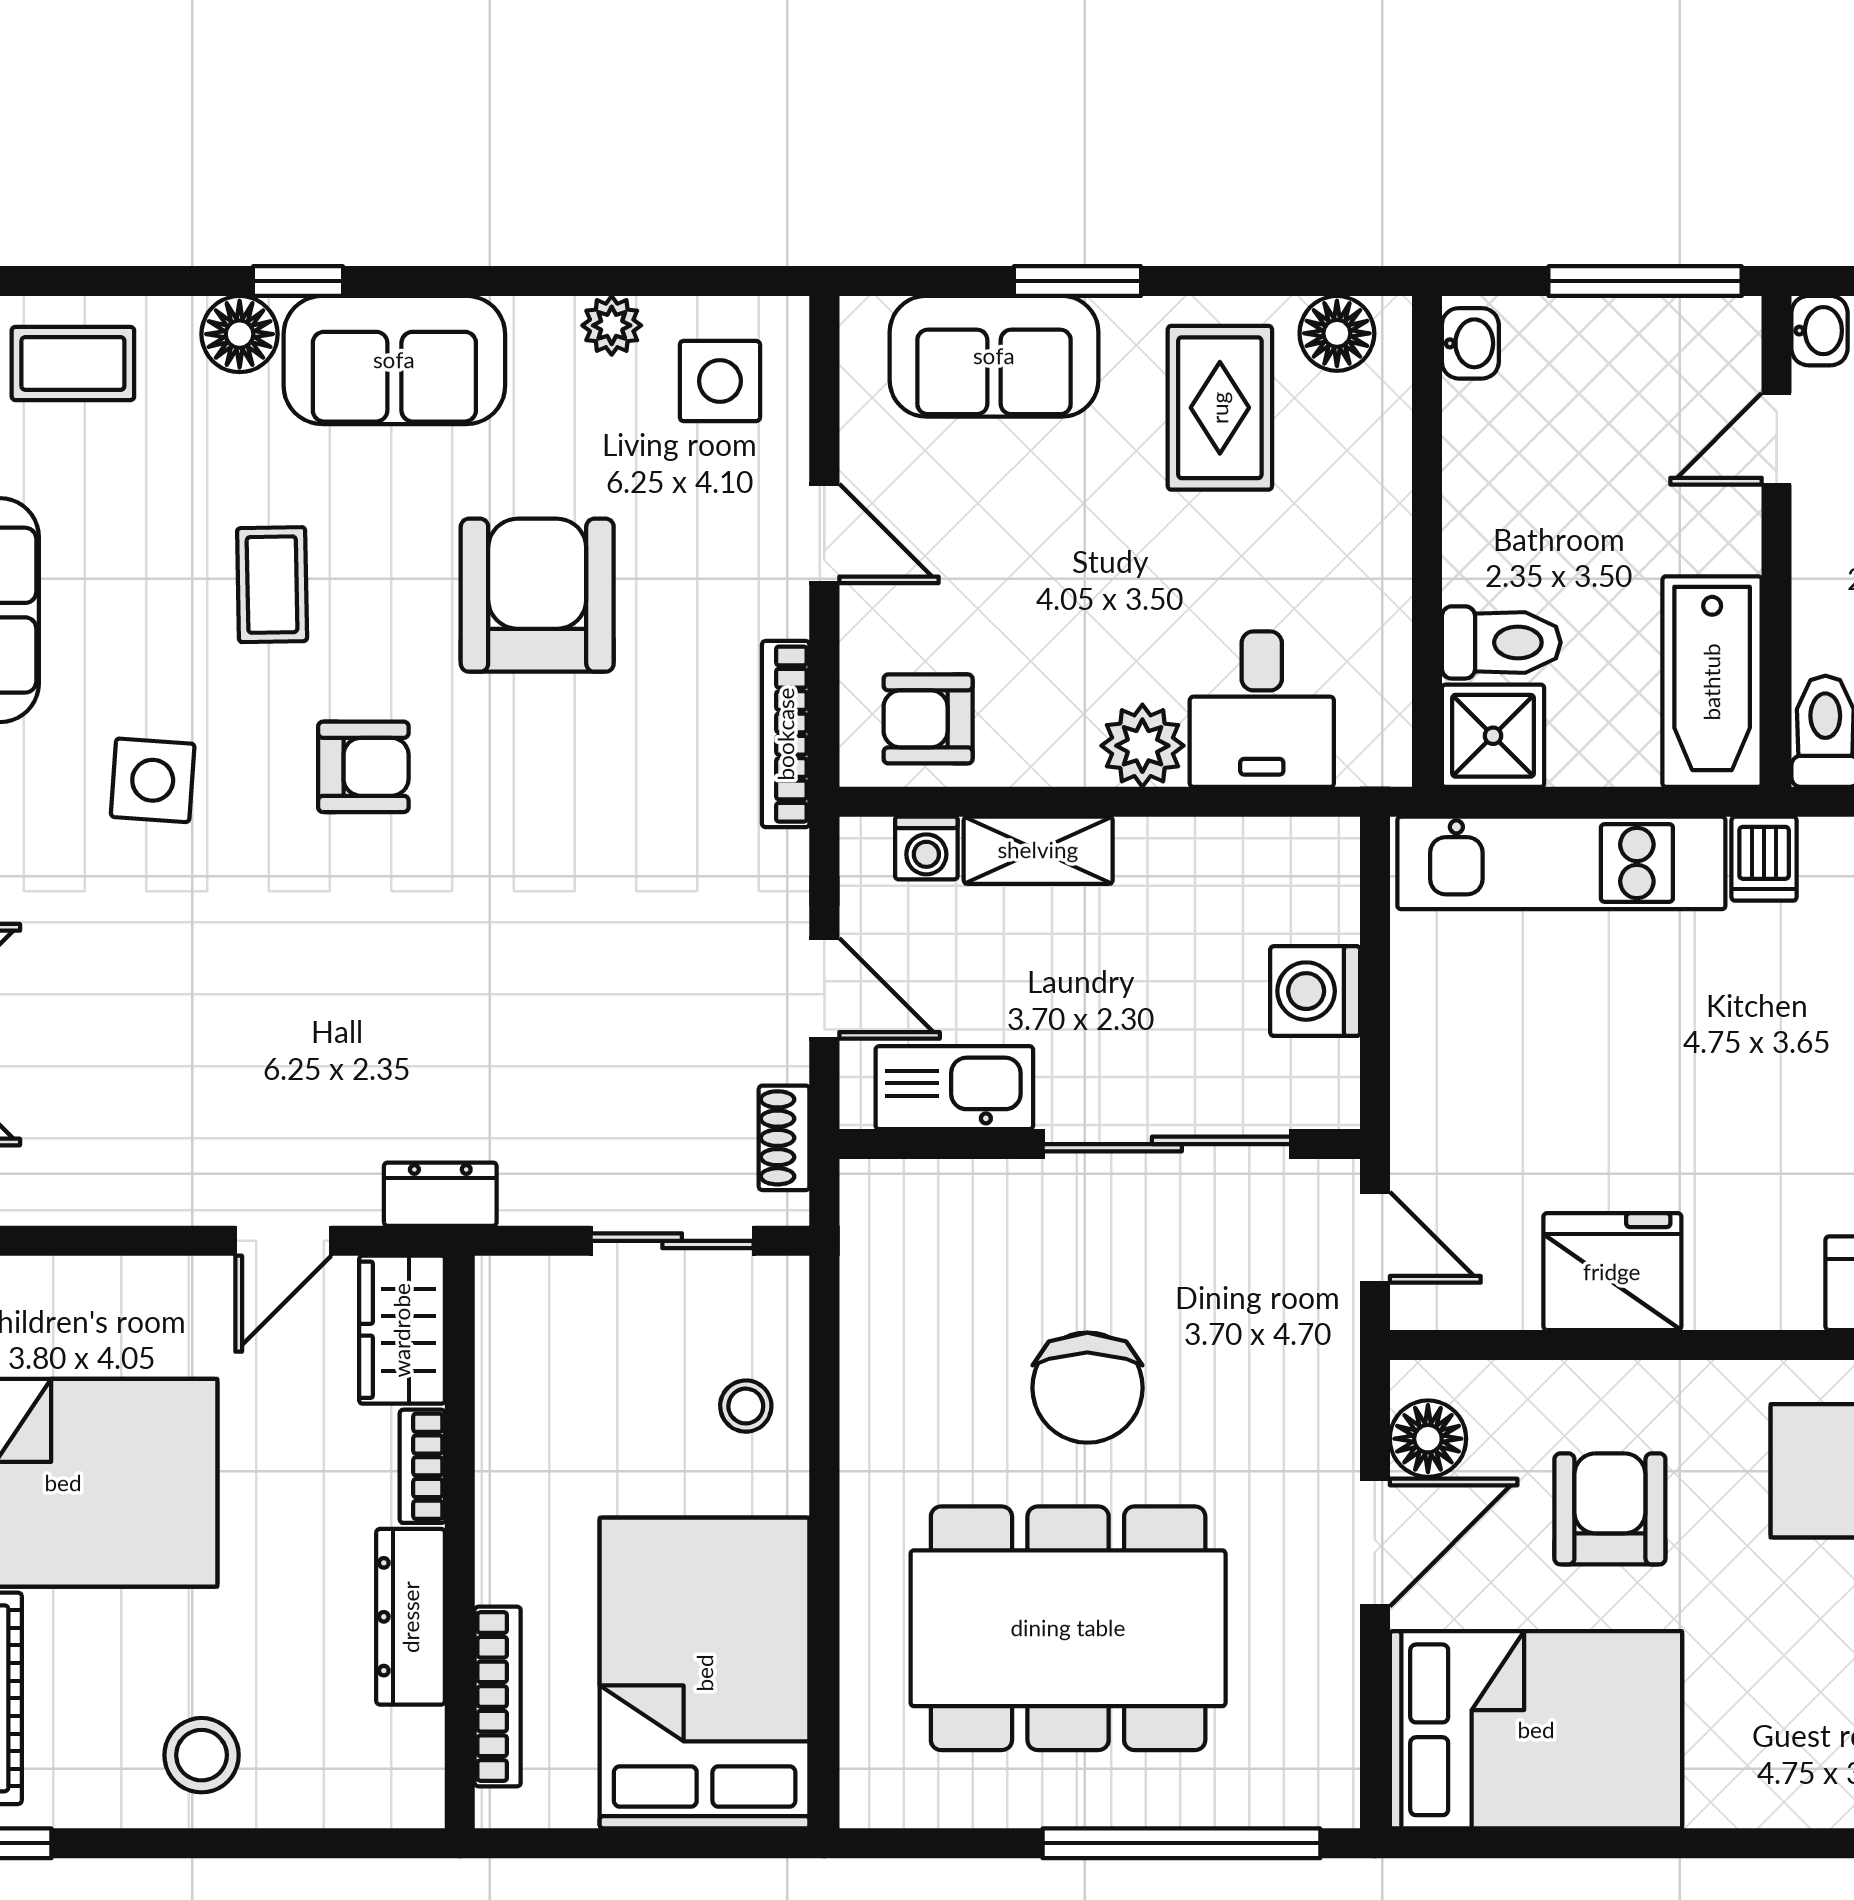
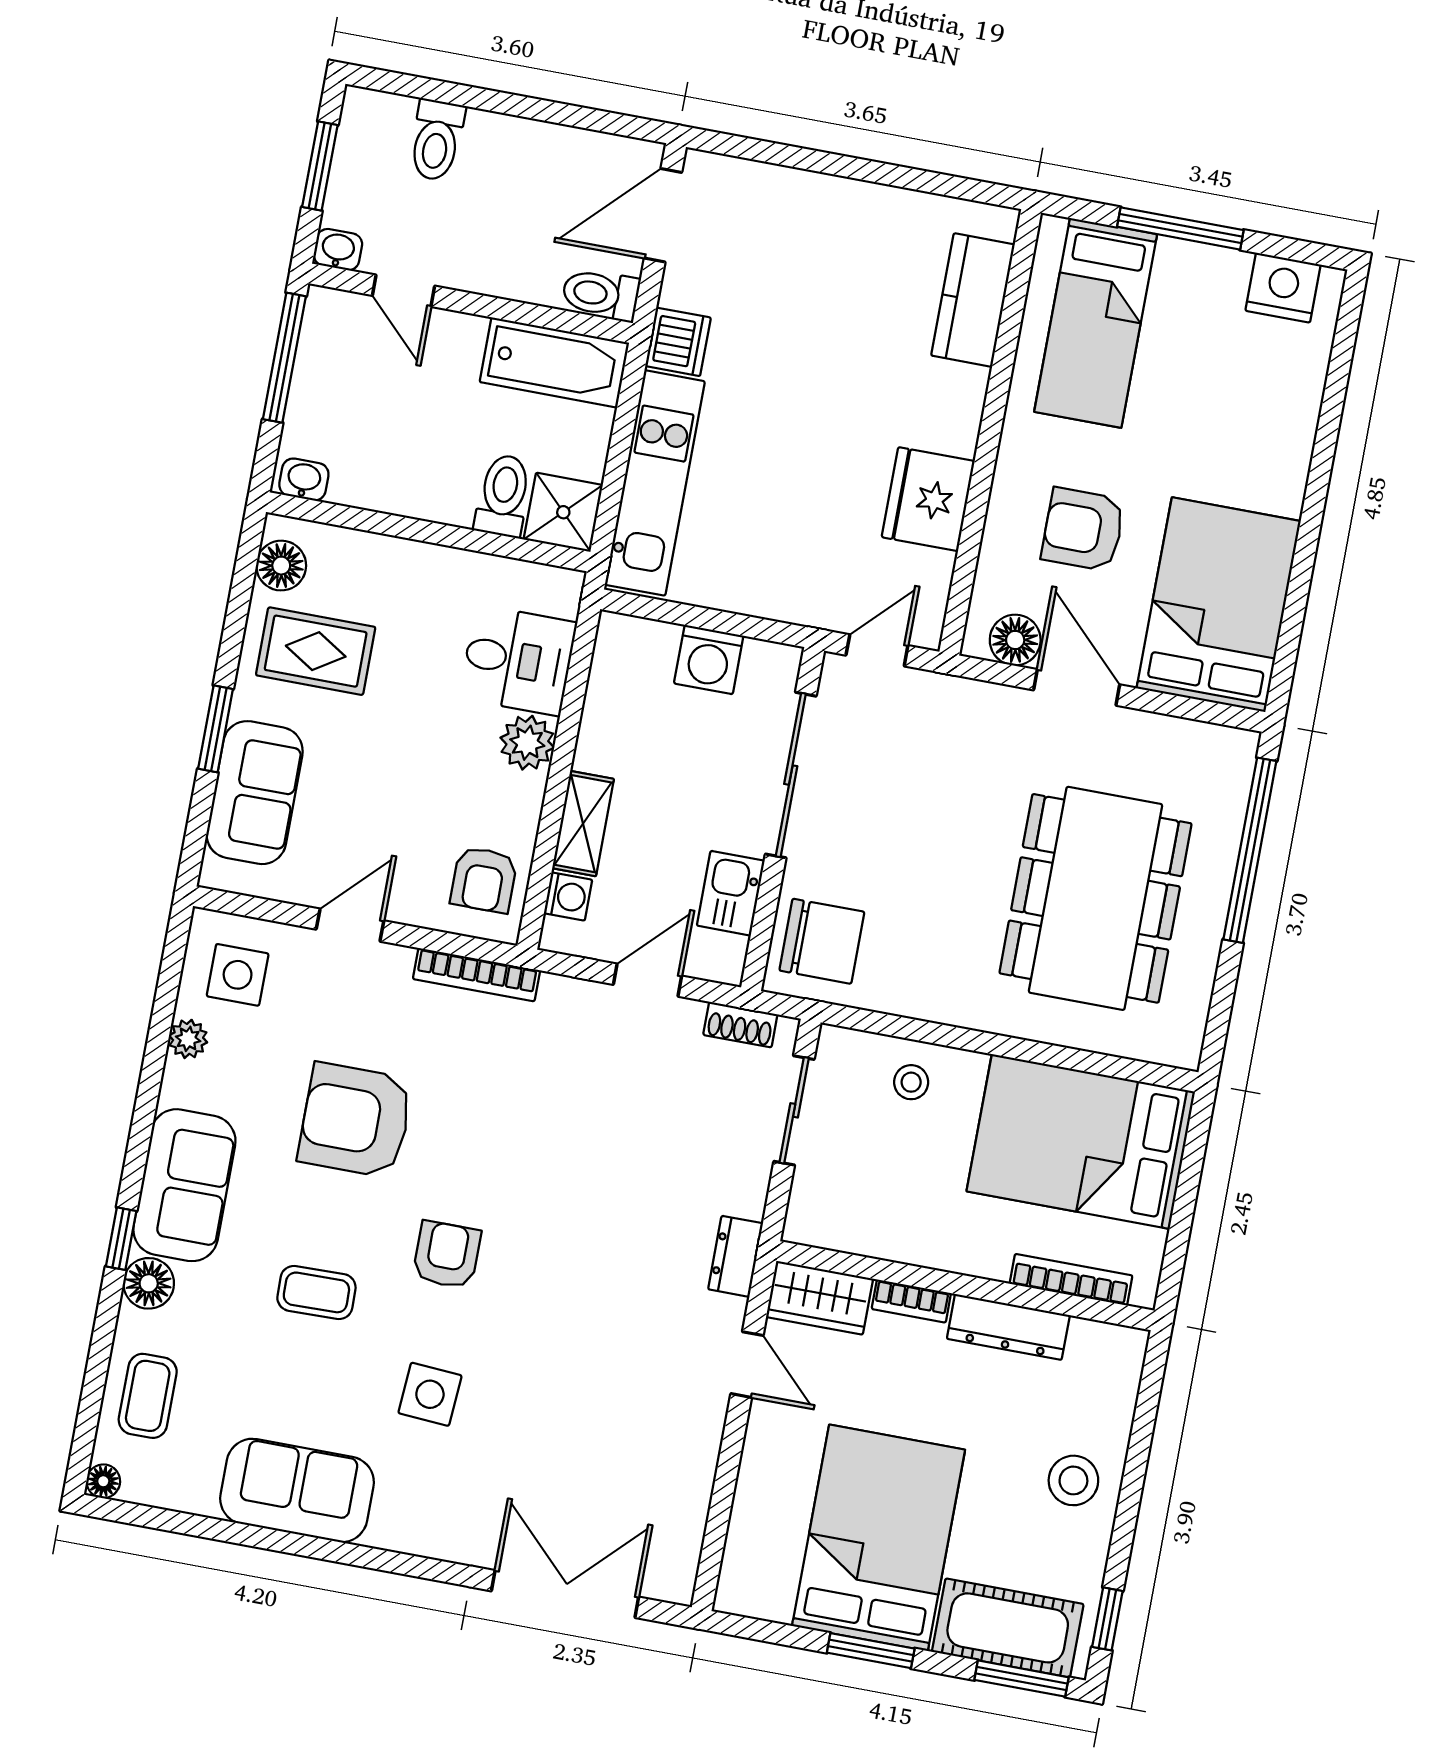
dishwasher: (1764, 859) -> (678, 342), width x1.38
kitchen sink: (954, 1088) -> (731, 893), width x0.73
chair: (1087, 1388) -> (822, 941), moved

